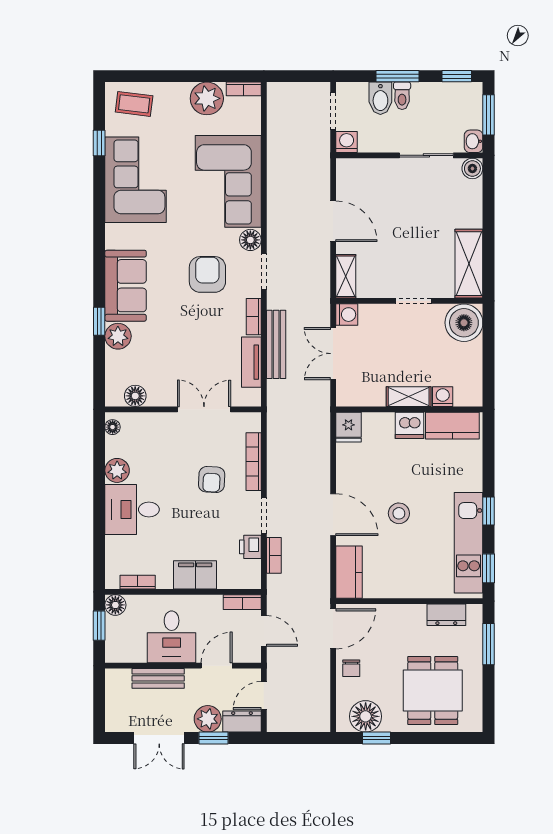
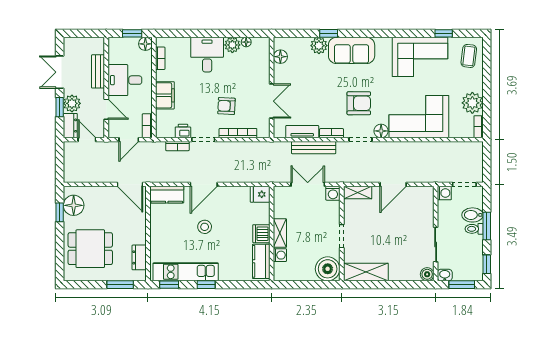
floor lamp: (113, 427) -> (246, 42), moved
chair: (351, 668) -> (105, 196), removed

